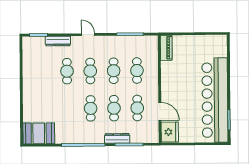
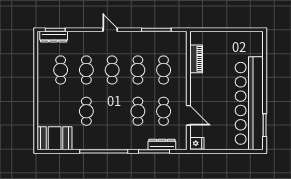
dresser: (58, 41) -> (54, 37), moved
piano: (166, 48) -> (196, 59), moved
cafe table: (44, 71) -> (61, 70), added
cafe table: (91, 108) -> (86, 111), moved
fridge: (170, 132) -> (197, 143), width x0.53, depth x0.75
dresser: (117, 138) -> (162, 145), moved

